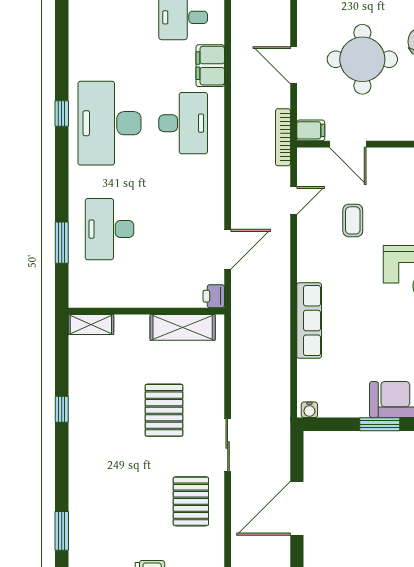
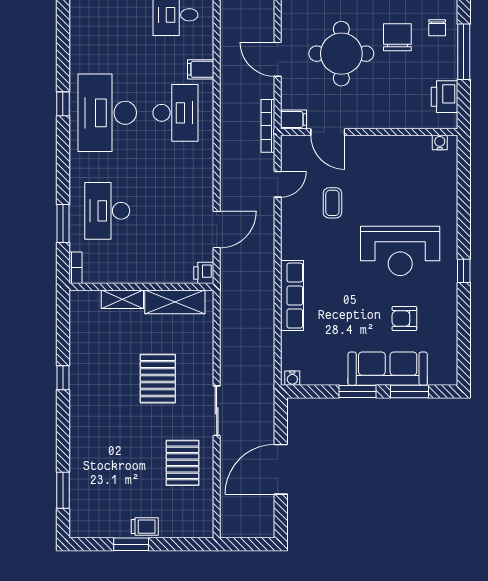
filing cabinet: (210, 66) -> (201, 69), width x0.50
bookcase: (75, 291) -> (75, 268), added
shelving: (91, 325) -> (122, 299), moved

